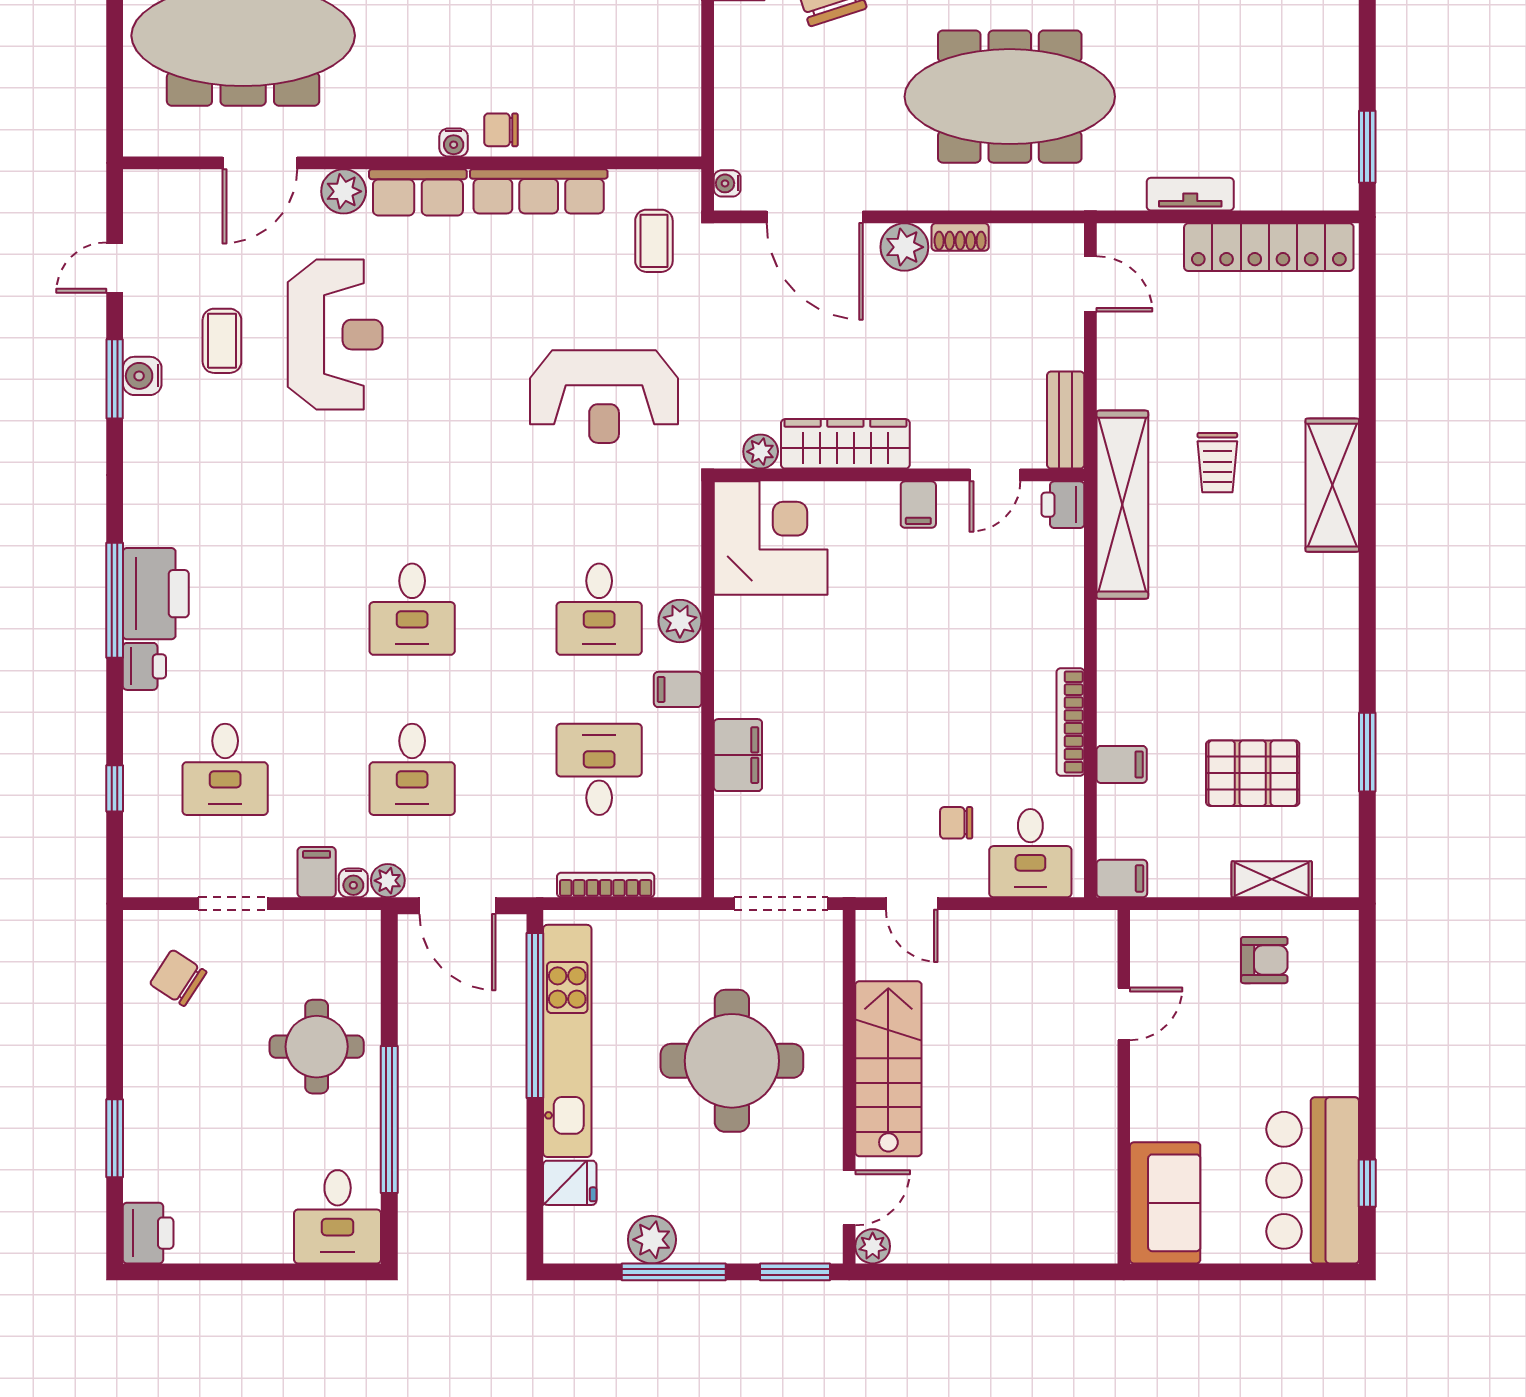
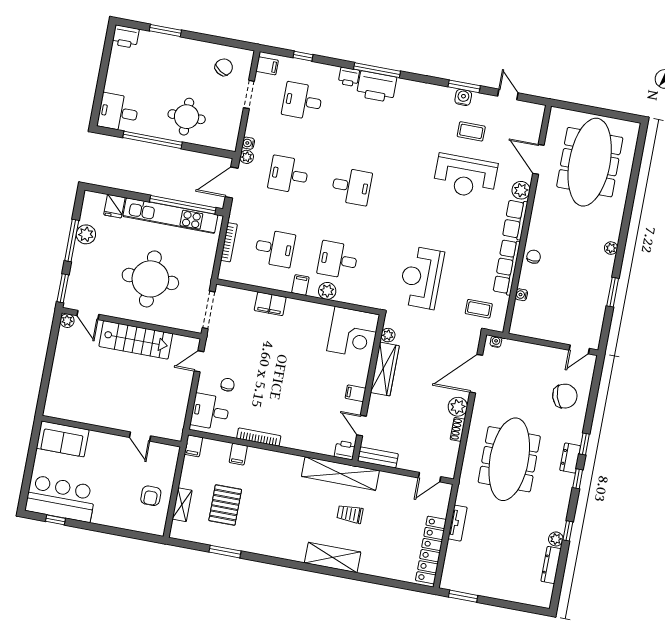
water cooler: (454, 142) -> (521, 295), moved
desk: (412, 609) -> (352, 186), turned 180
filing cabinet: (317, 872) -> (267, 66), moved

